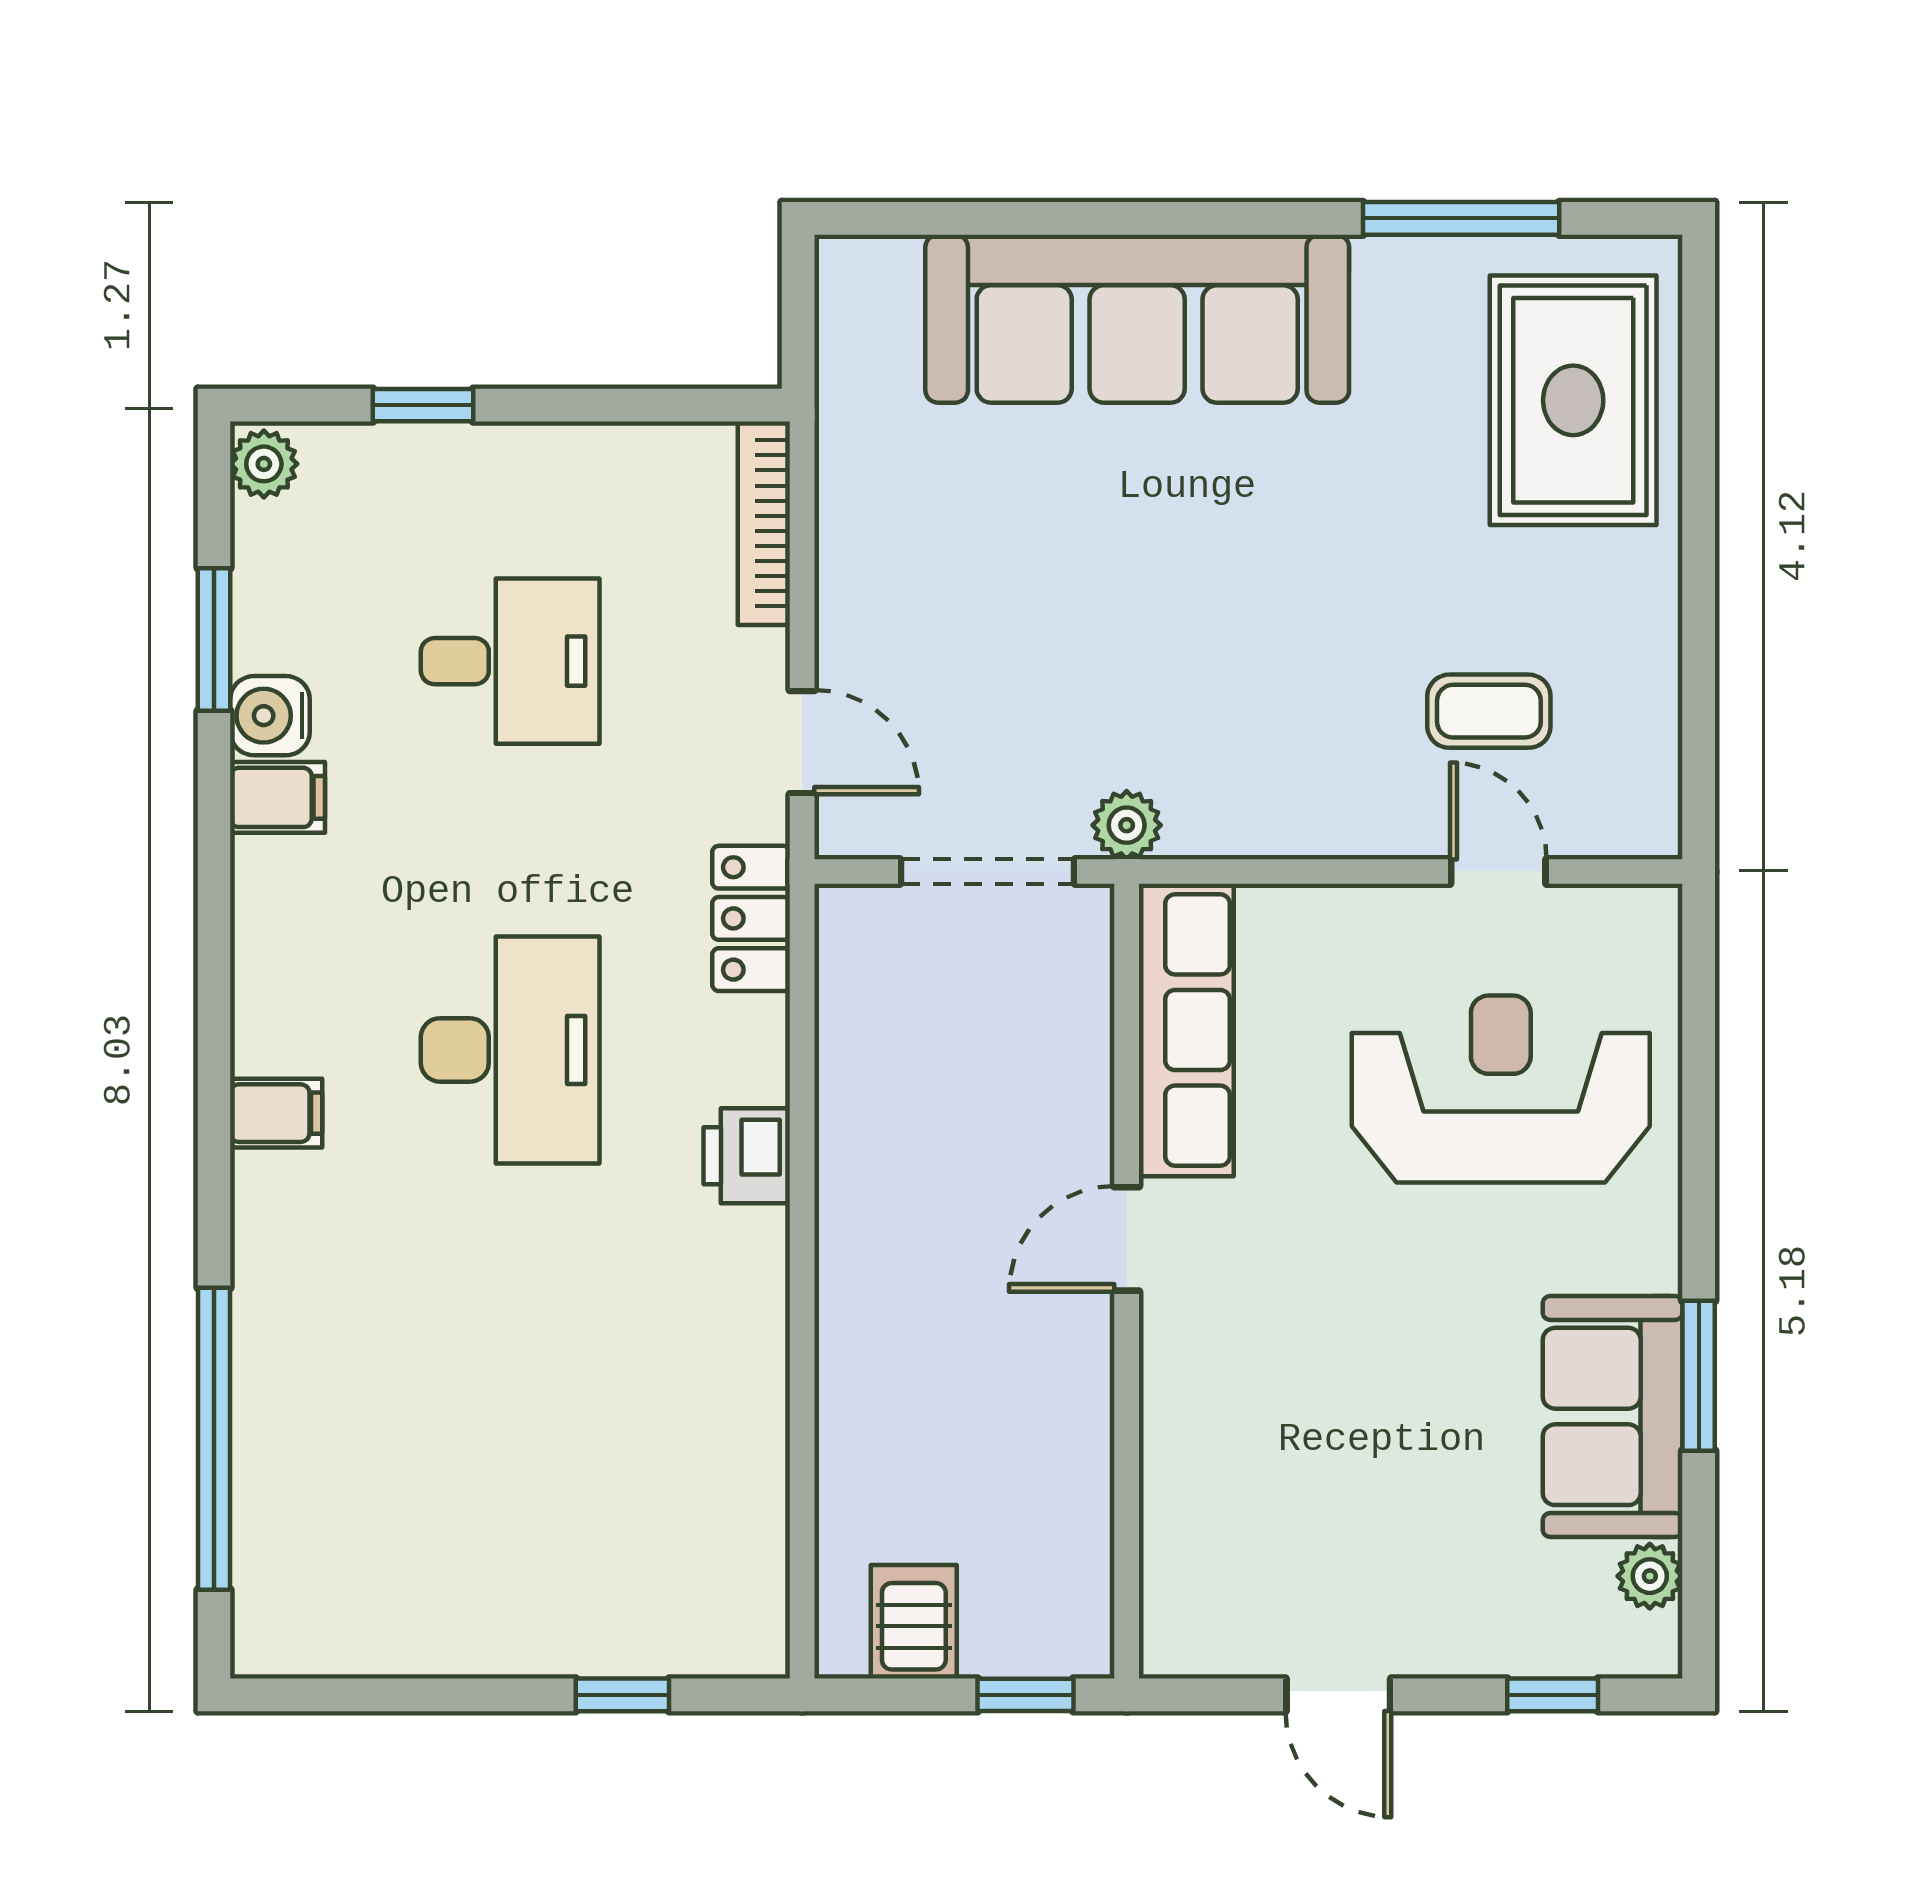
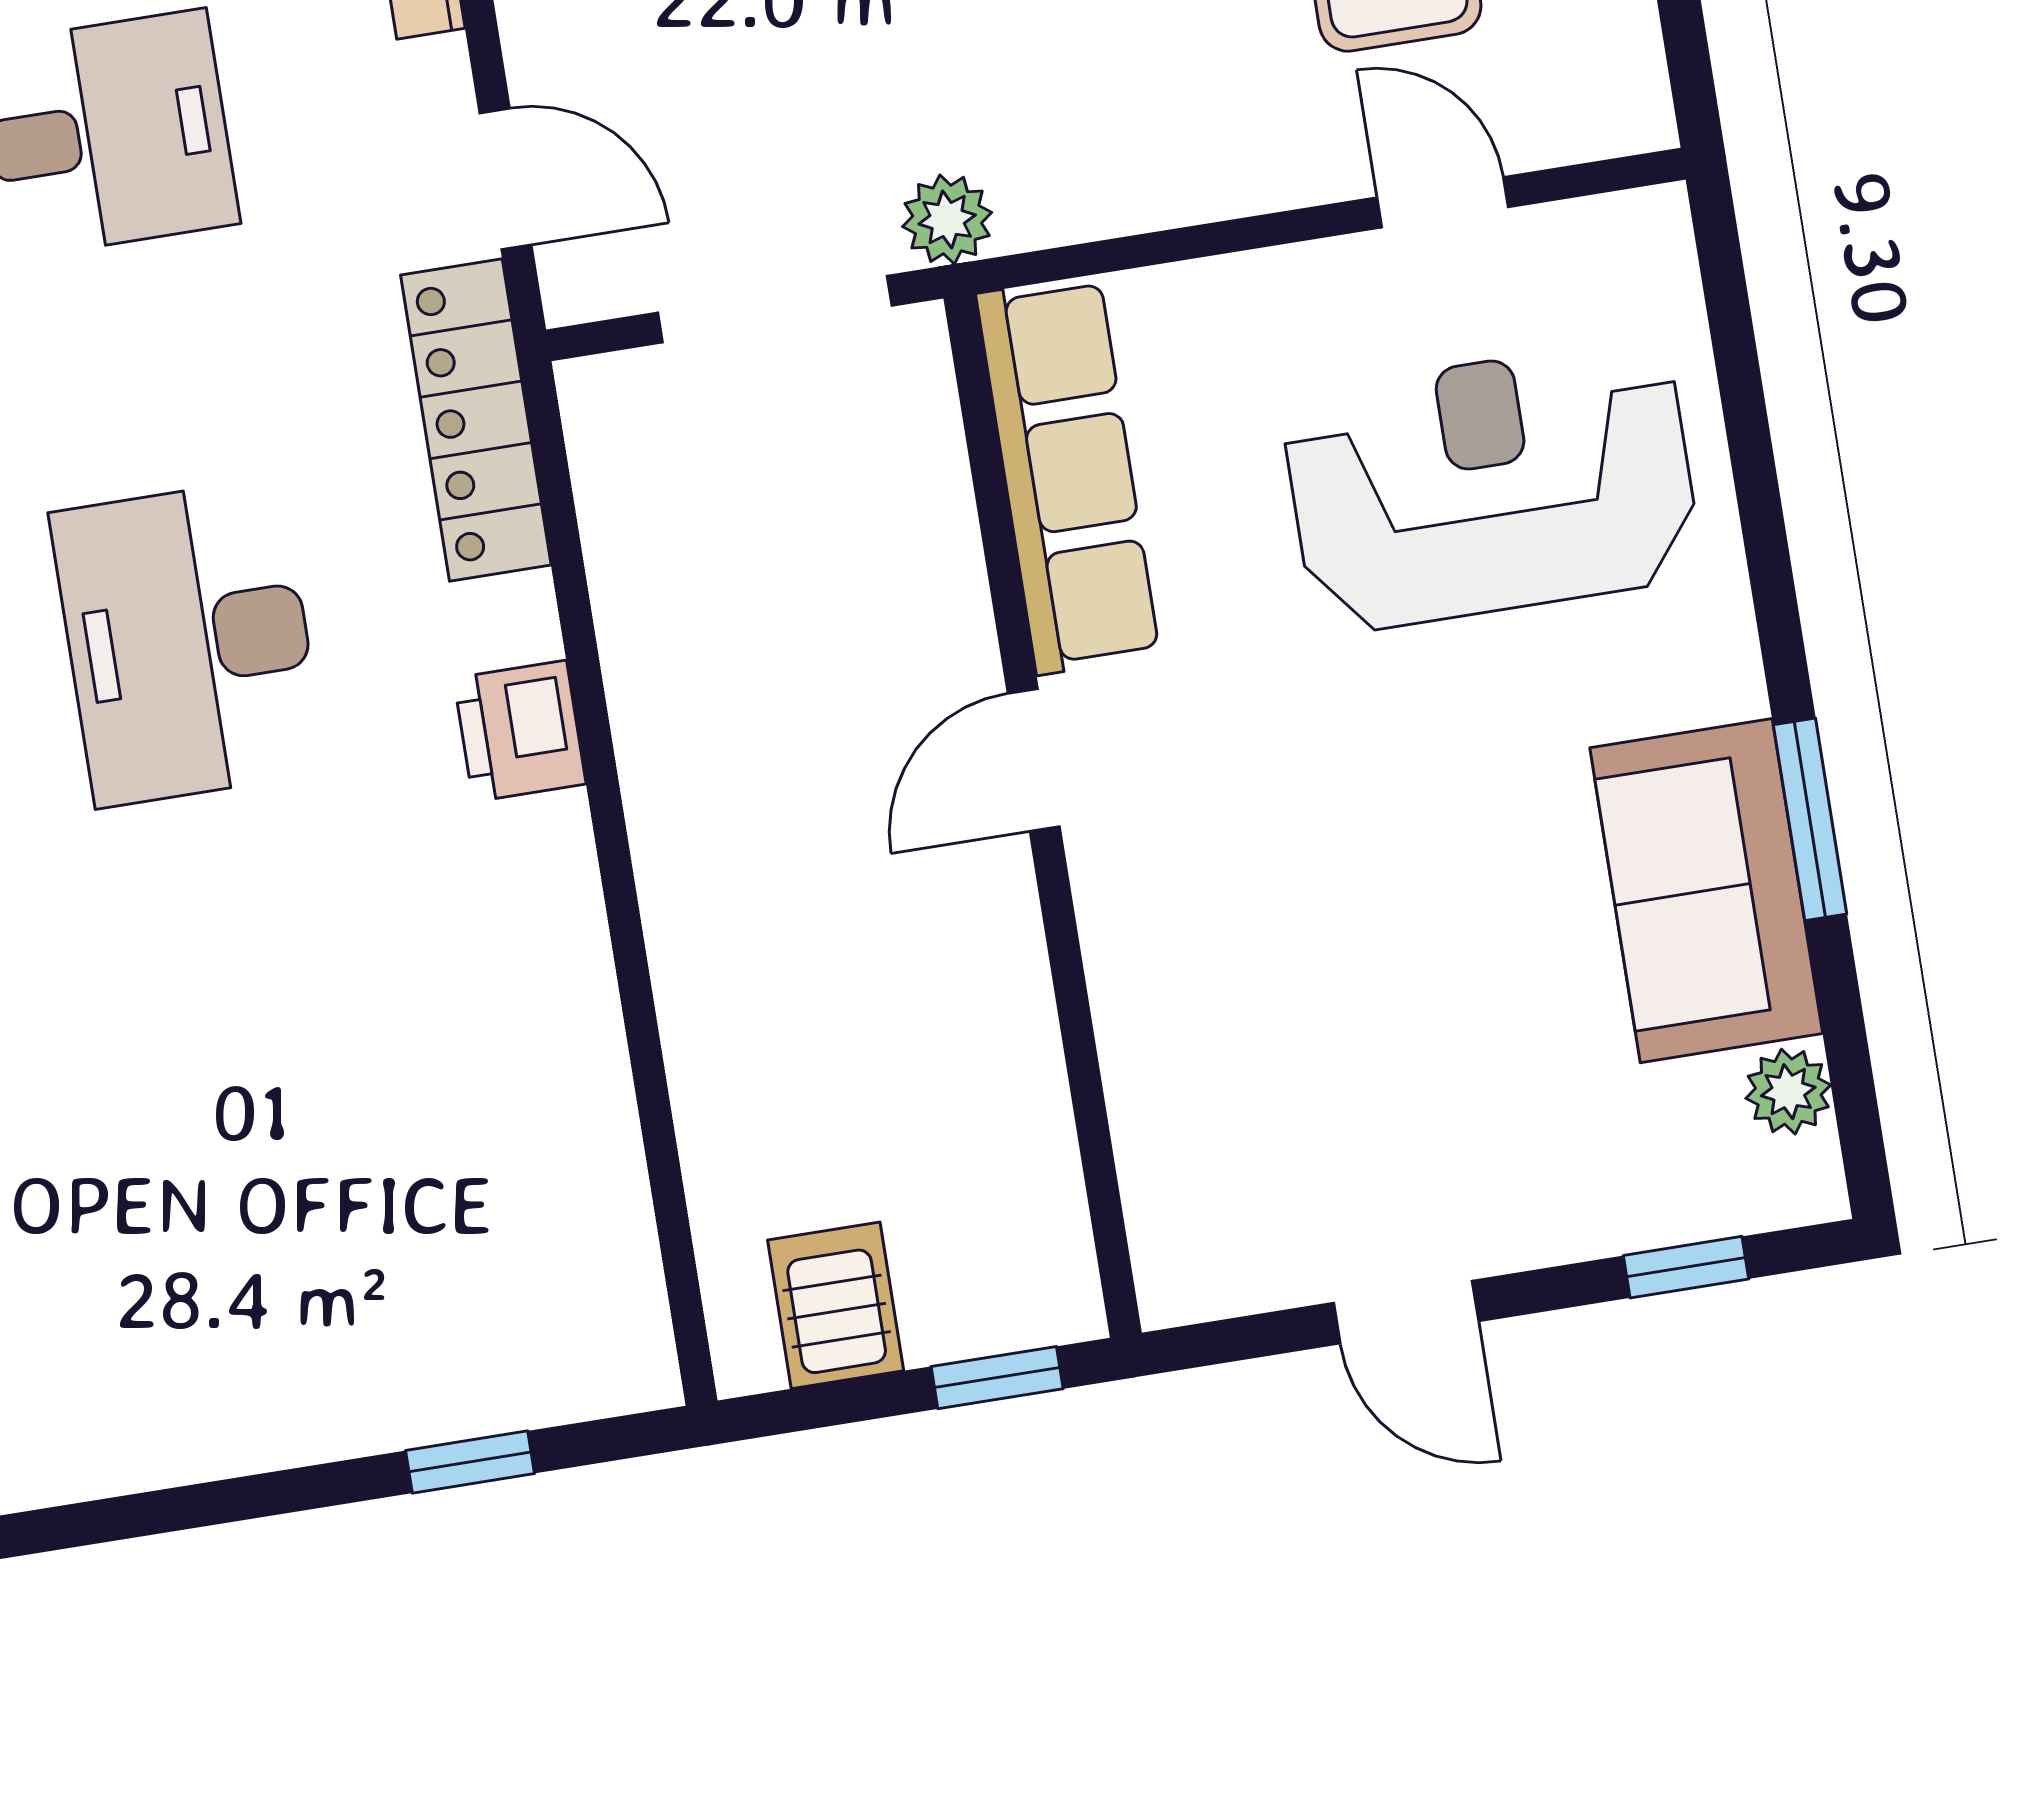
locker: (751, 918) -> (476, 420), width x1.53
desk: (510, 1050) -> (188, 642), turned 180

